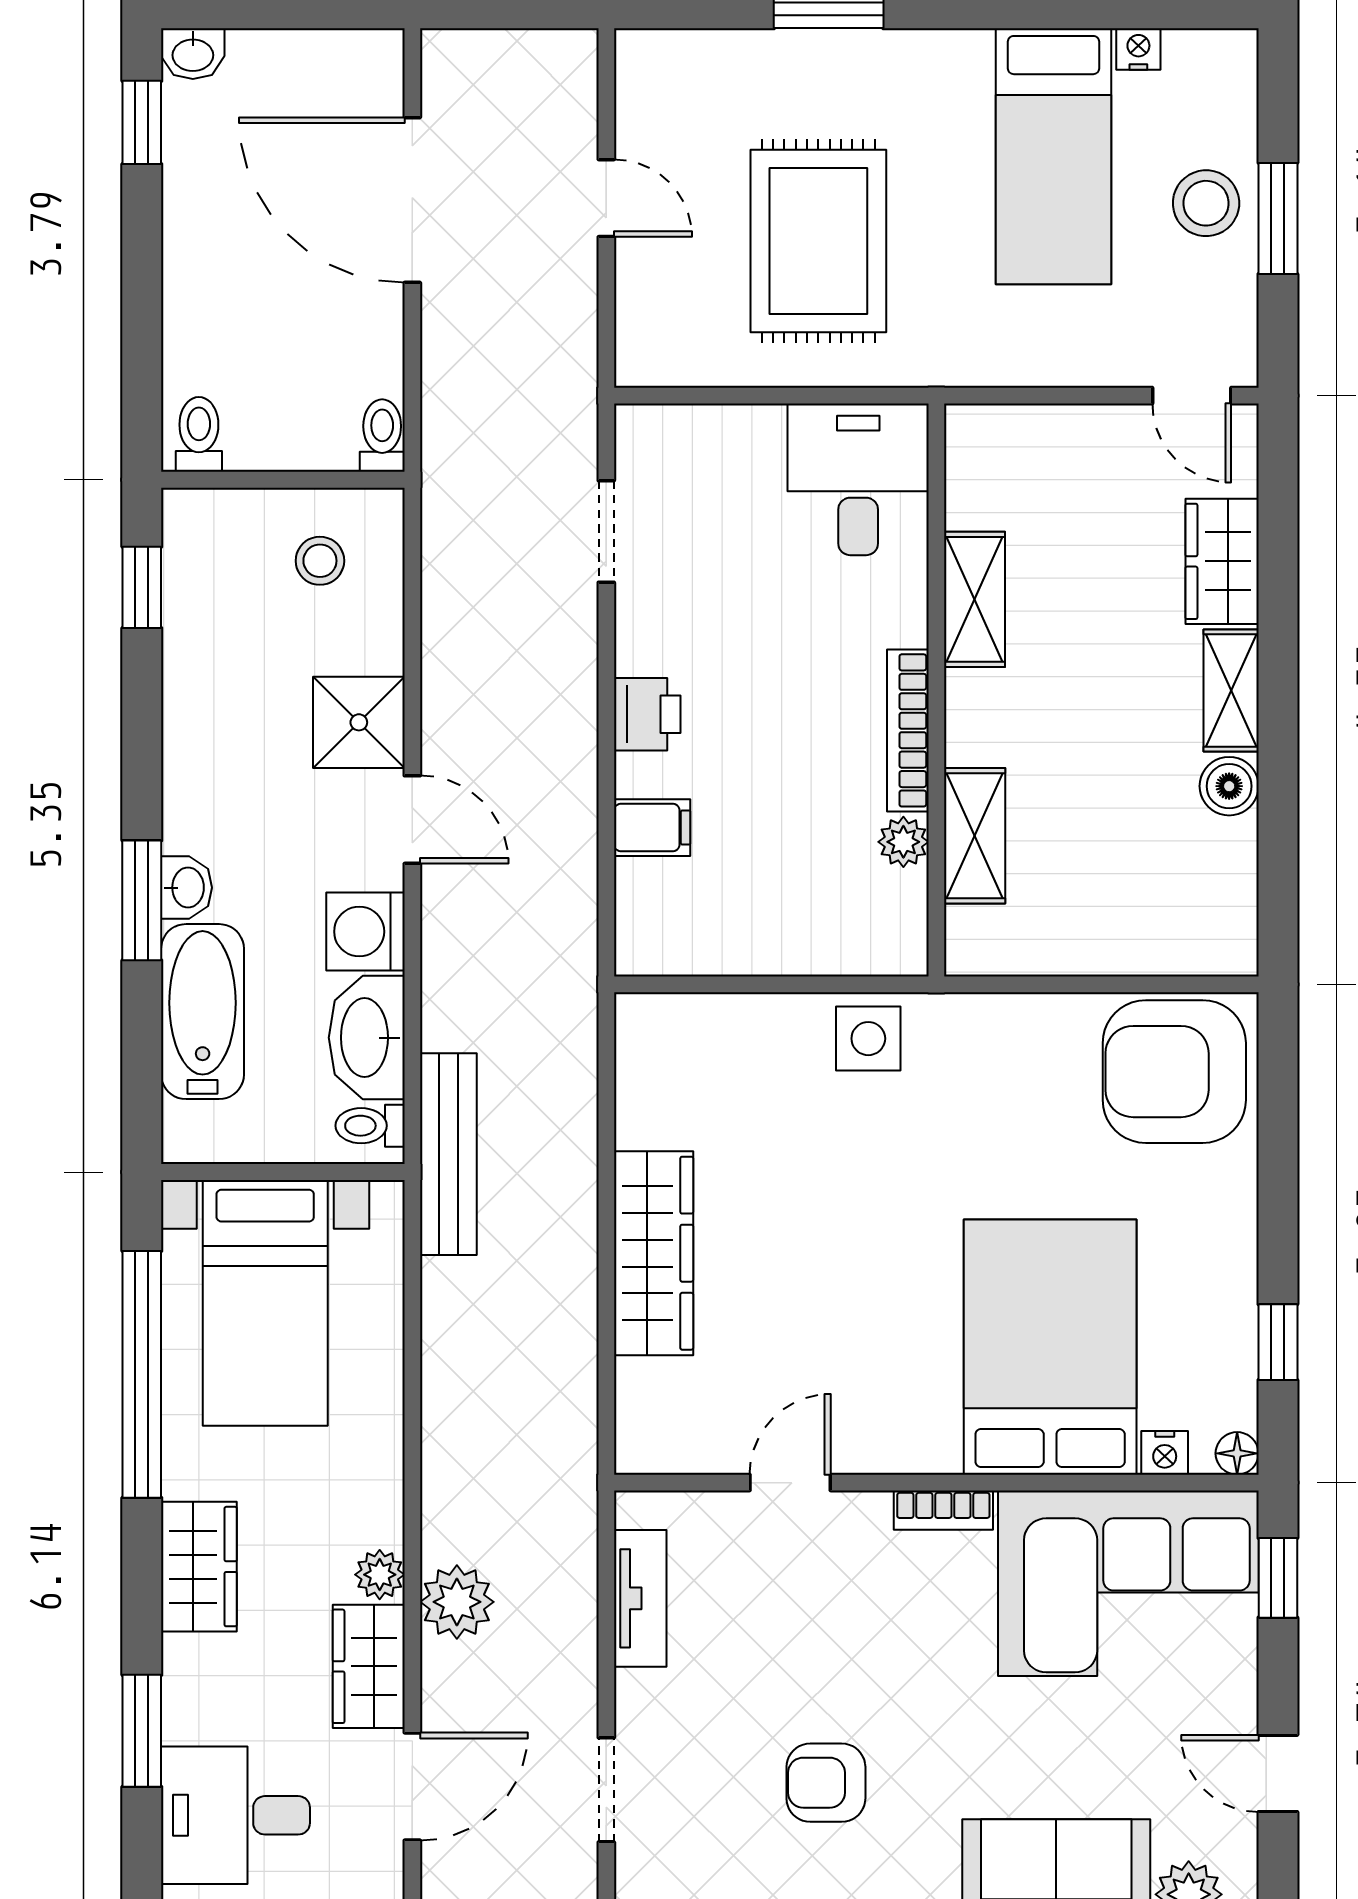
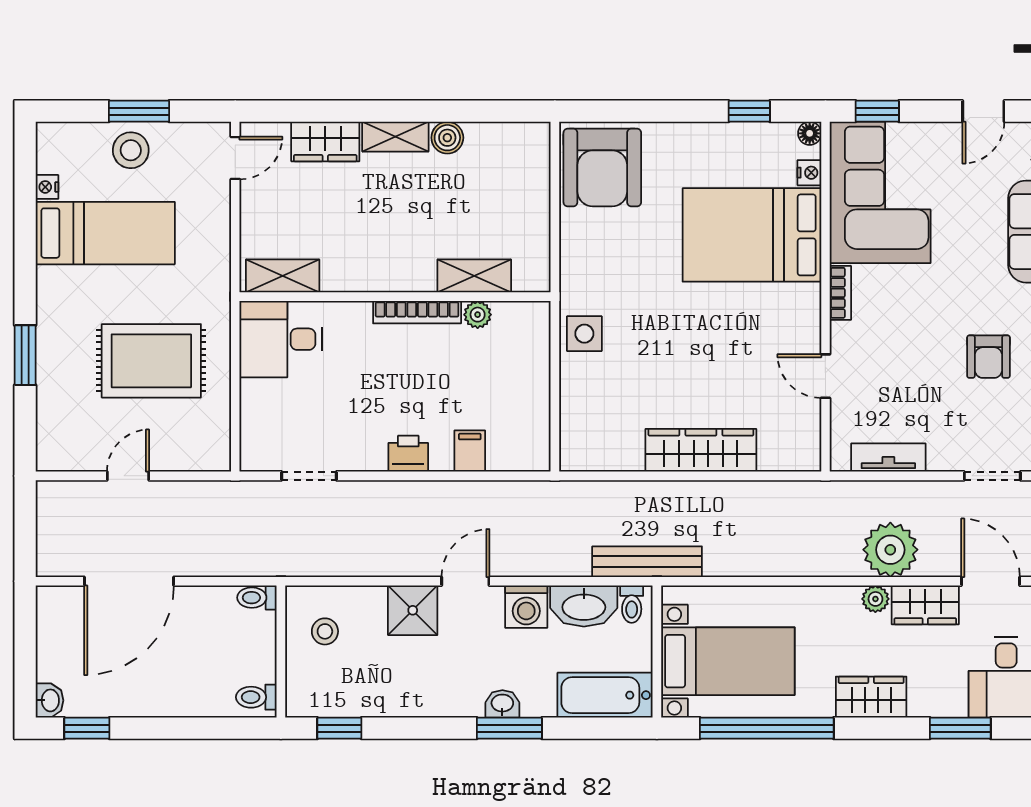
shelving: (975, 599) -> (283, 276), moved
bathtub: (203, 1012) -> (605, 695), moved
plant: (457, 1602) -> (890, 550), width x1.36, depth x1.36

